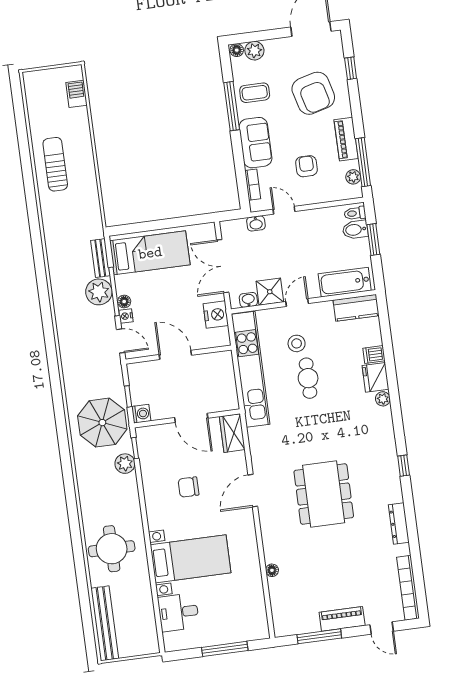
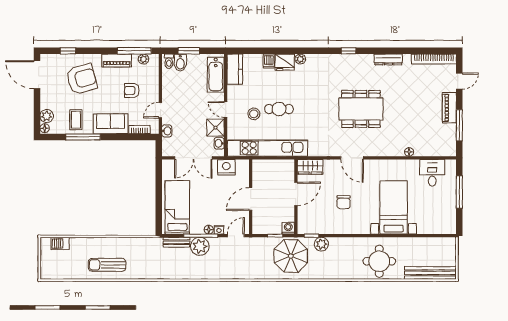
desk: (178, 612) -> (432, 173), moved, turned 180

